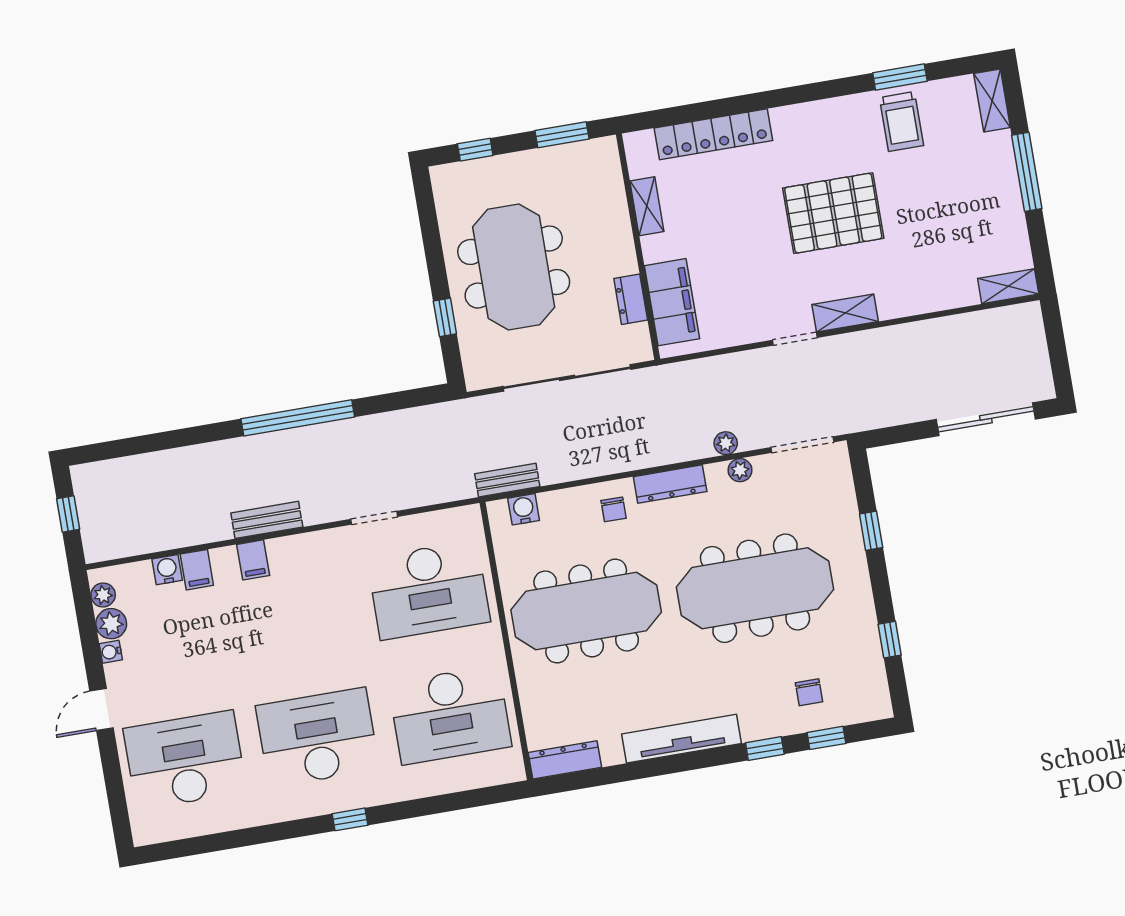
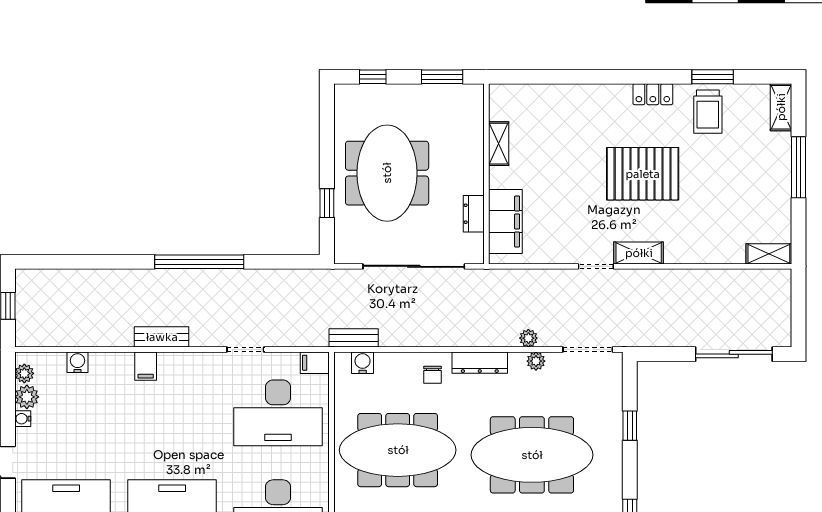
locker: (713, 134) -> (653, 94), moved, width x0.46, depth x0.83
filing cabinet: (197, 570) -> (315, 363), moved, turned 90

